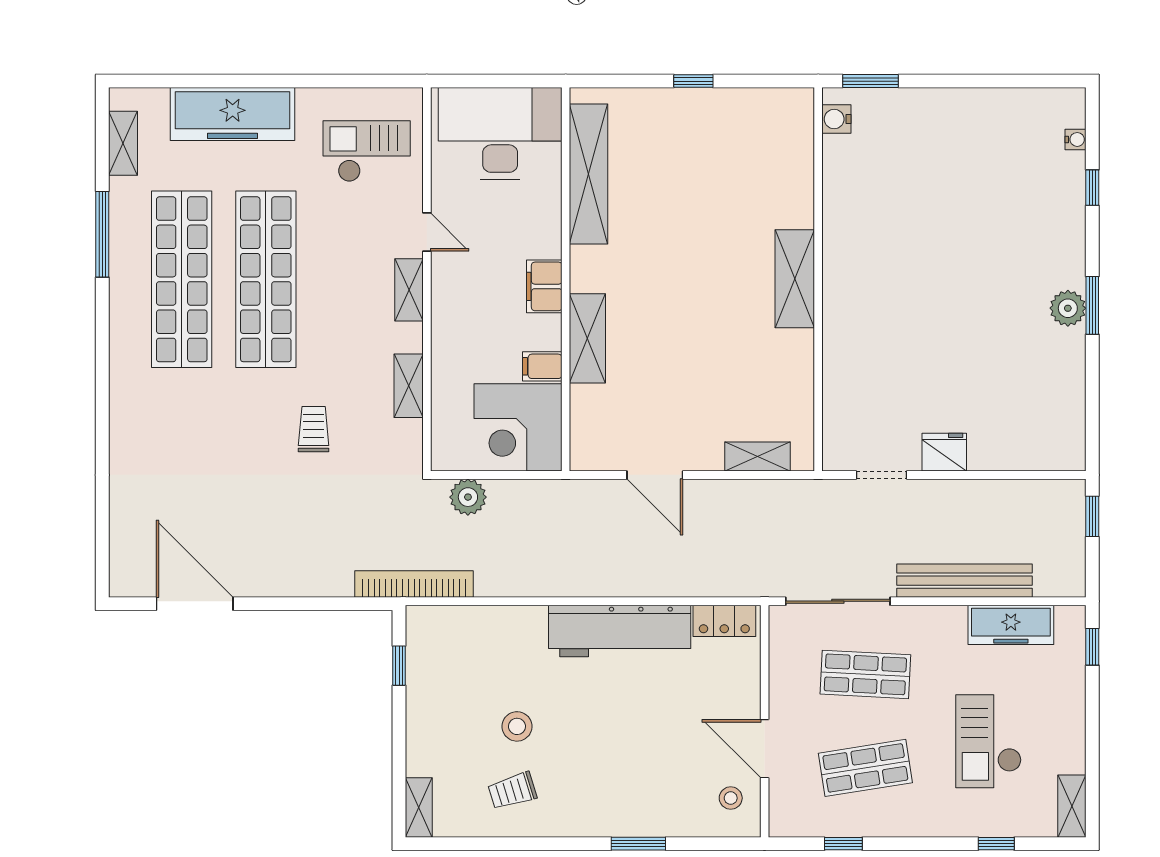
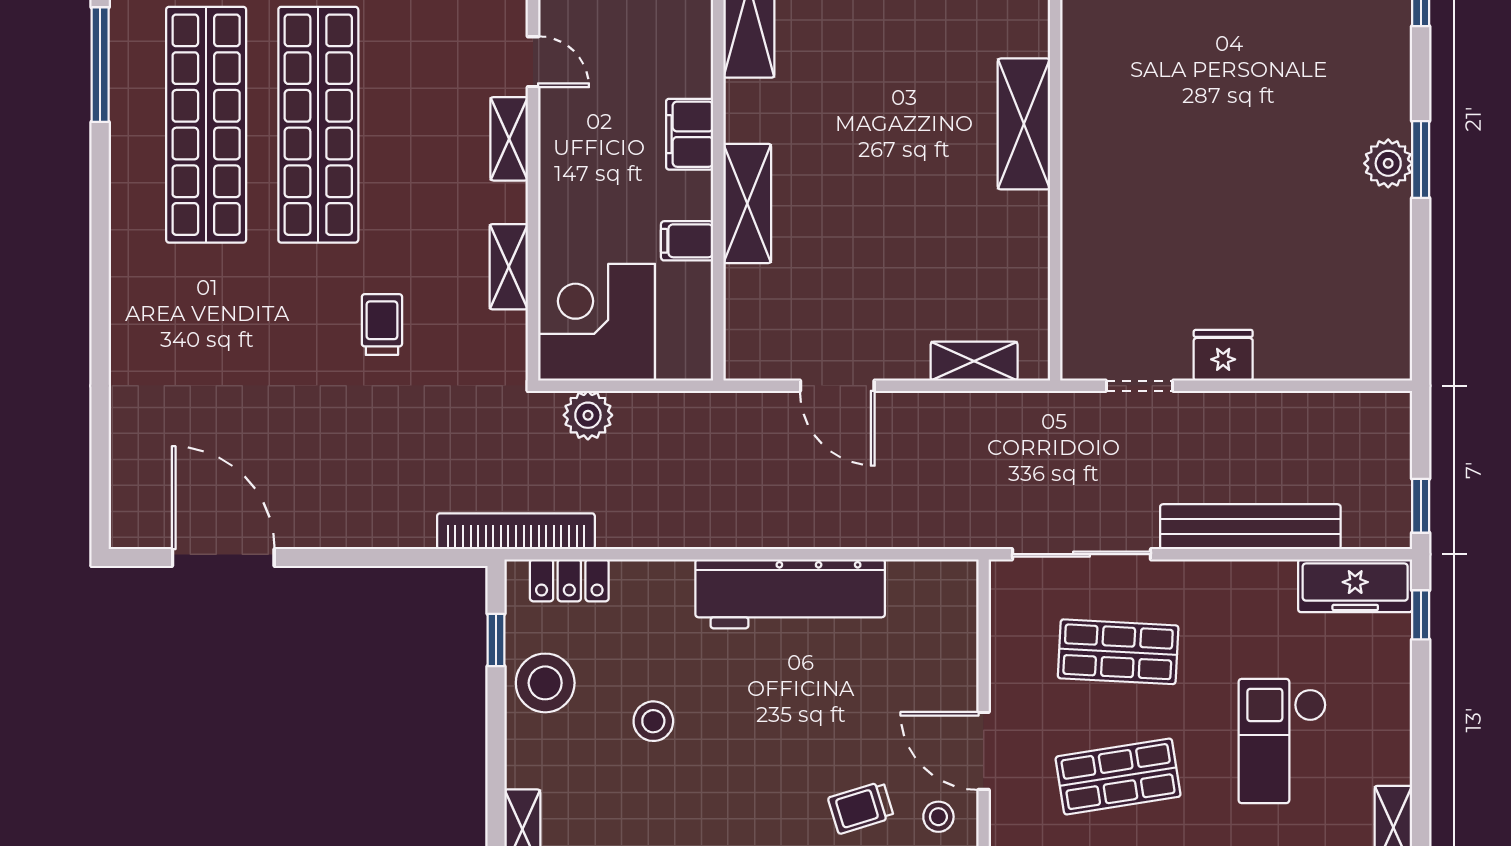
corner desk: (518, 427) -> (597, 322), moved, turned 90
window: (1092, 516) -> (1421, 506), moved
locker: (724, 621) -> (569, 580), moved
freezer: (1011, 625) -> (1355, 586), moved
stool: (436, 698) -> (545, 683), added
trolley: (512, 791) -> (861, 808), moved

